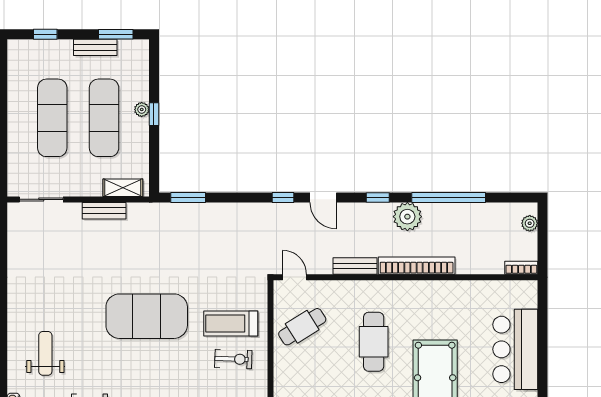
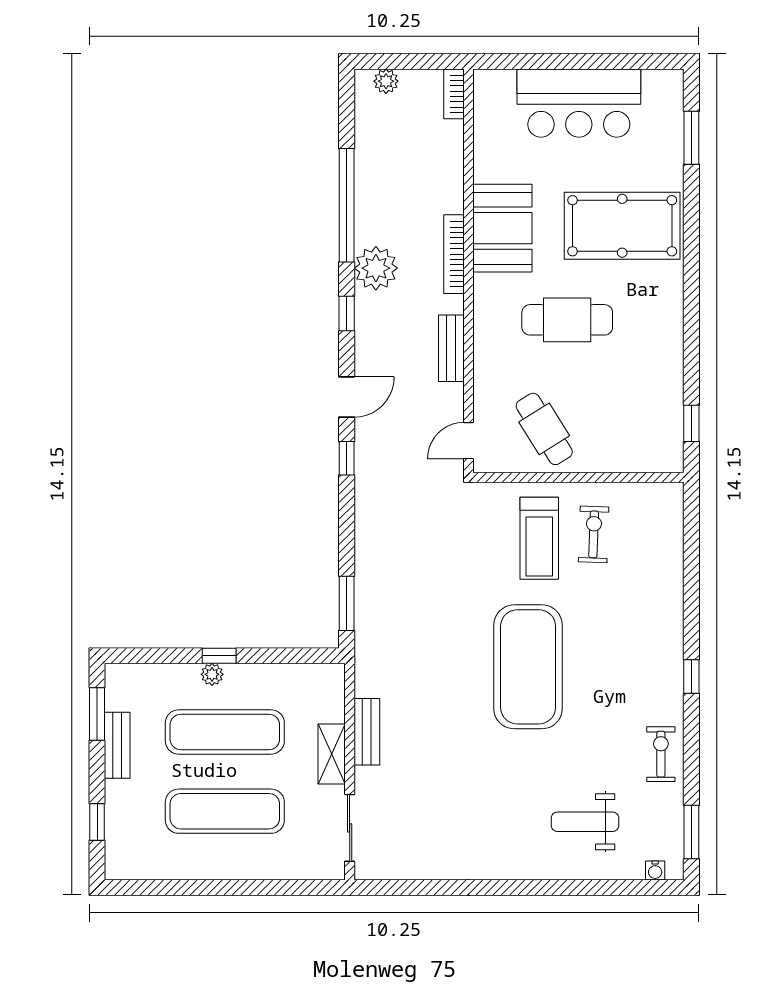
shelving: (123, 188) -> (332, 754), moved
bookcase: (417, 266) -> (454, 254), width x0.68, depth x0.76
booth: (434, 299) -> (502, 228), added

